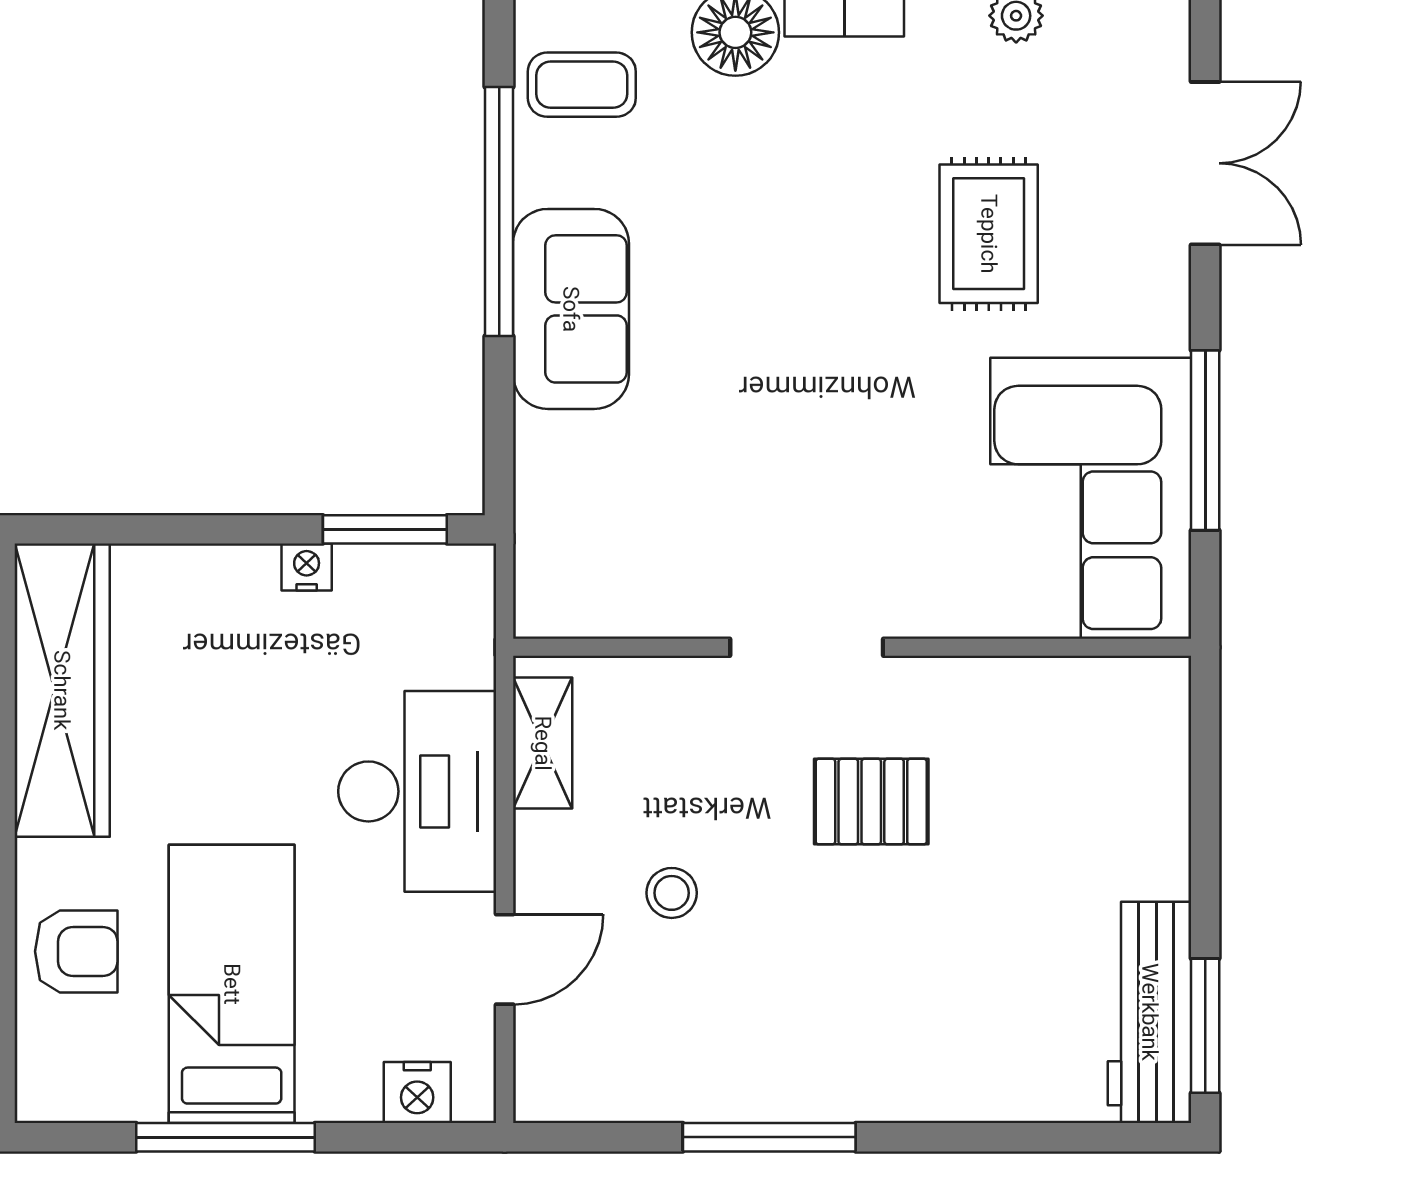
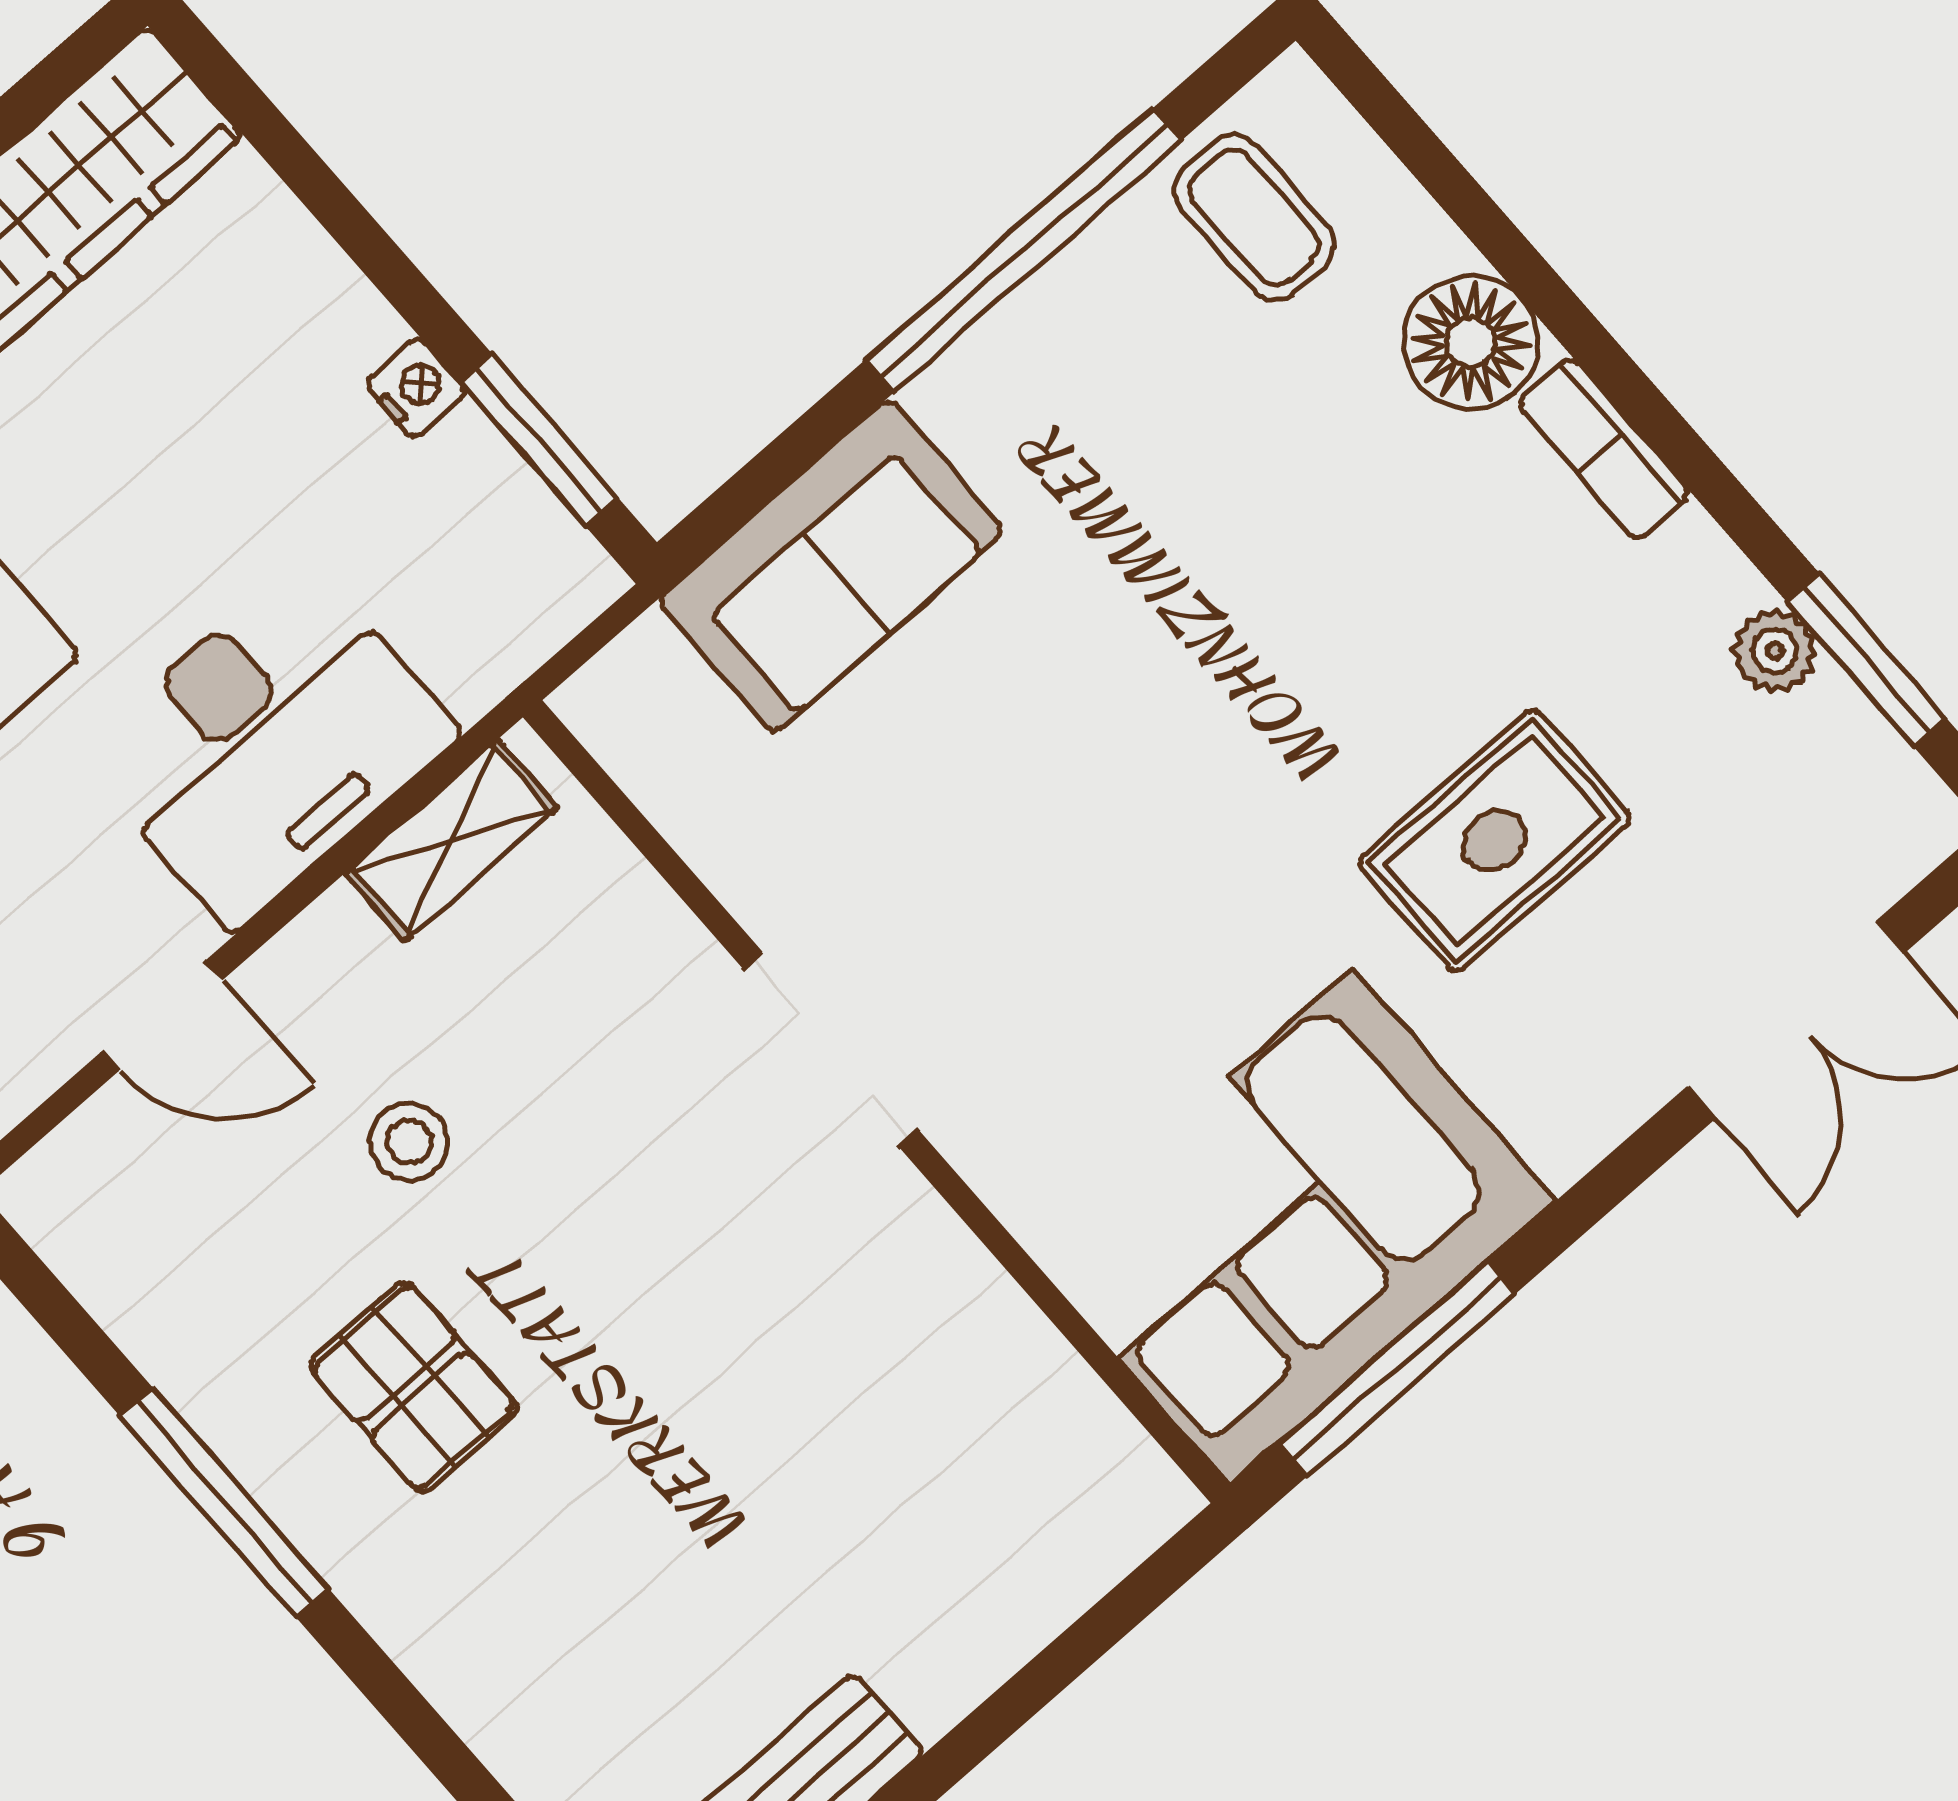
sofa: (571, 309) -> (831, 566), moved
window: (1205, 440) -> (1397, 1369), moved
pallet: (871, 802) -> (414, 1387), moved

